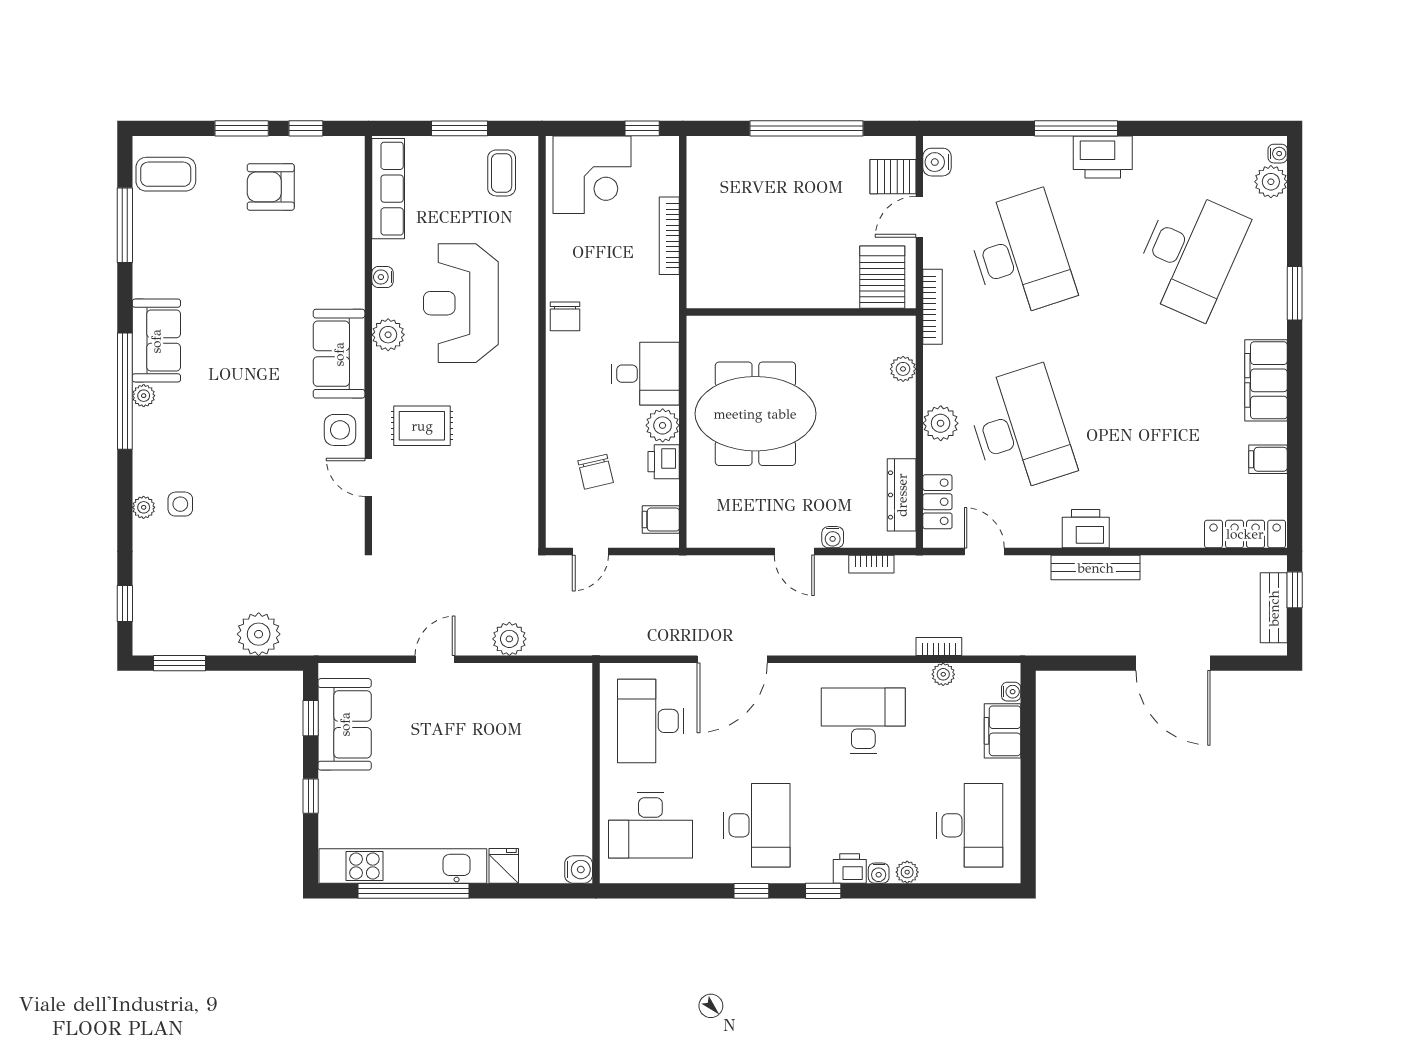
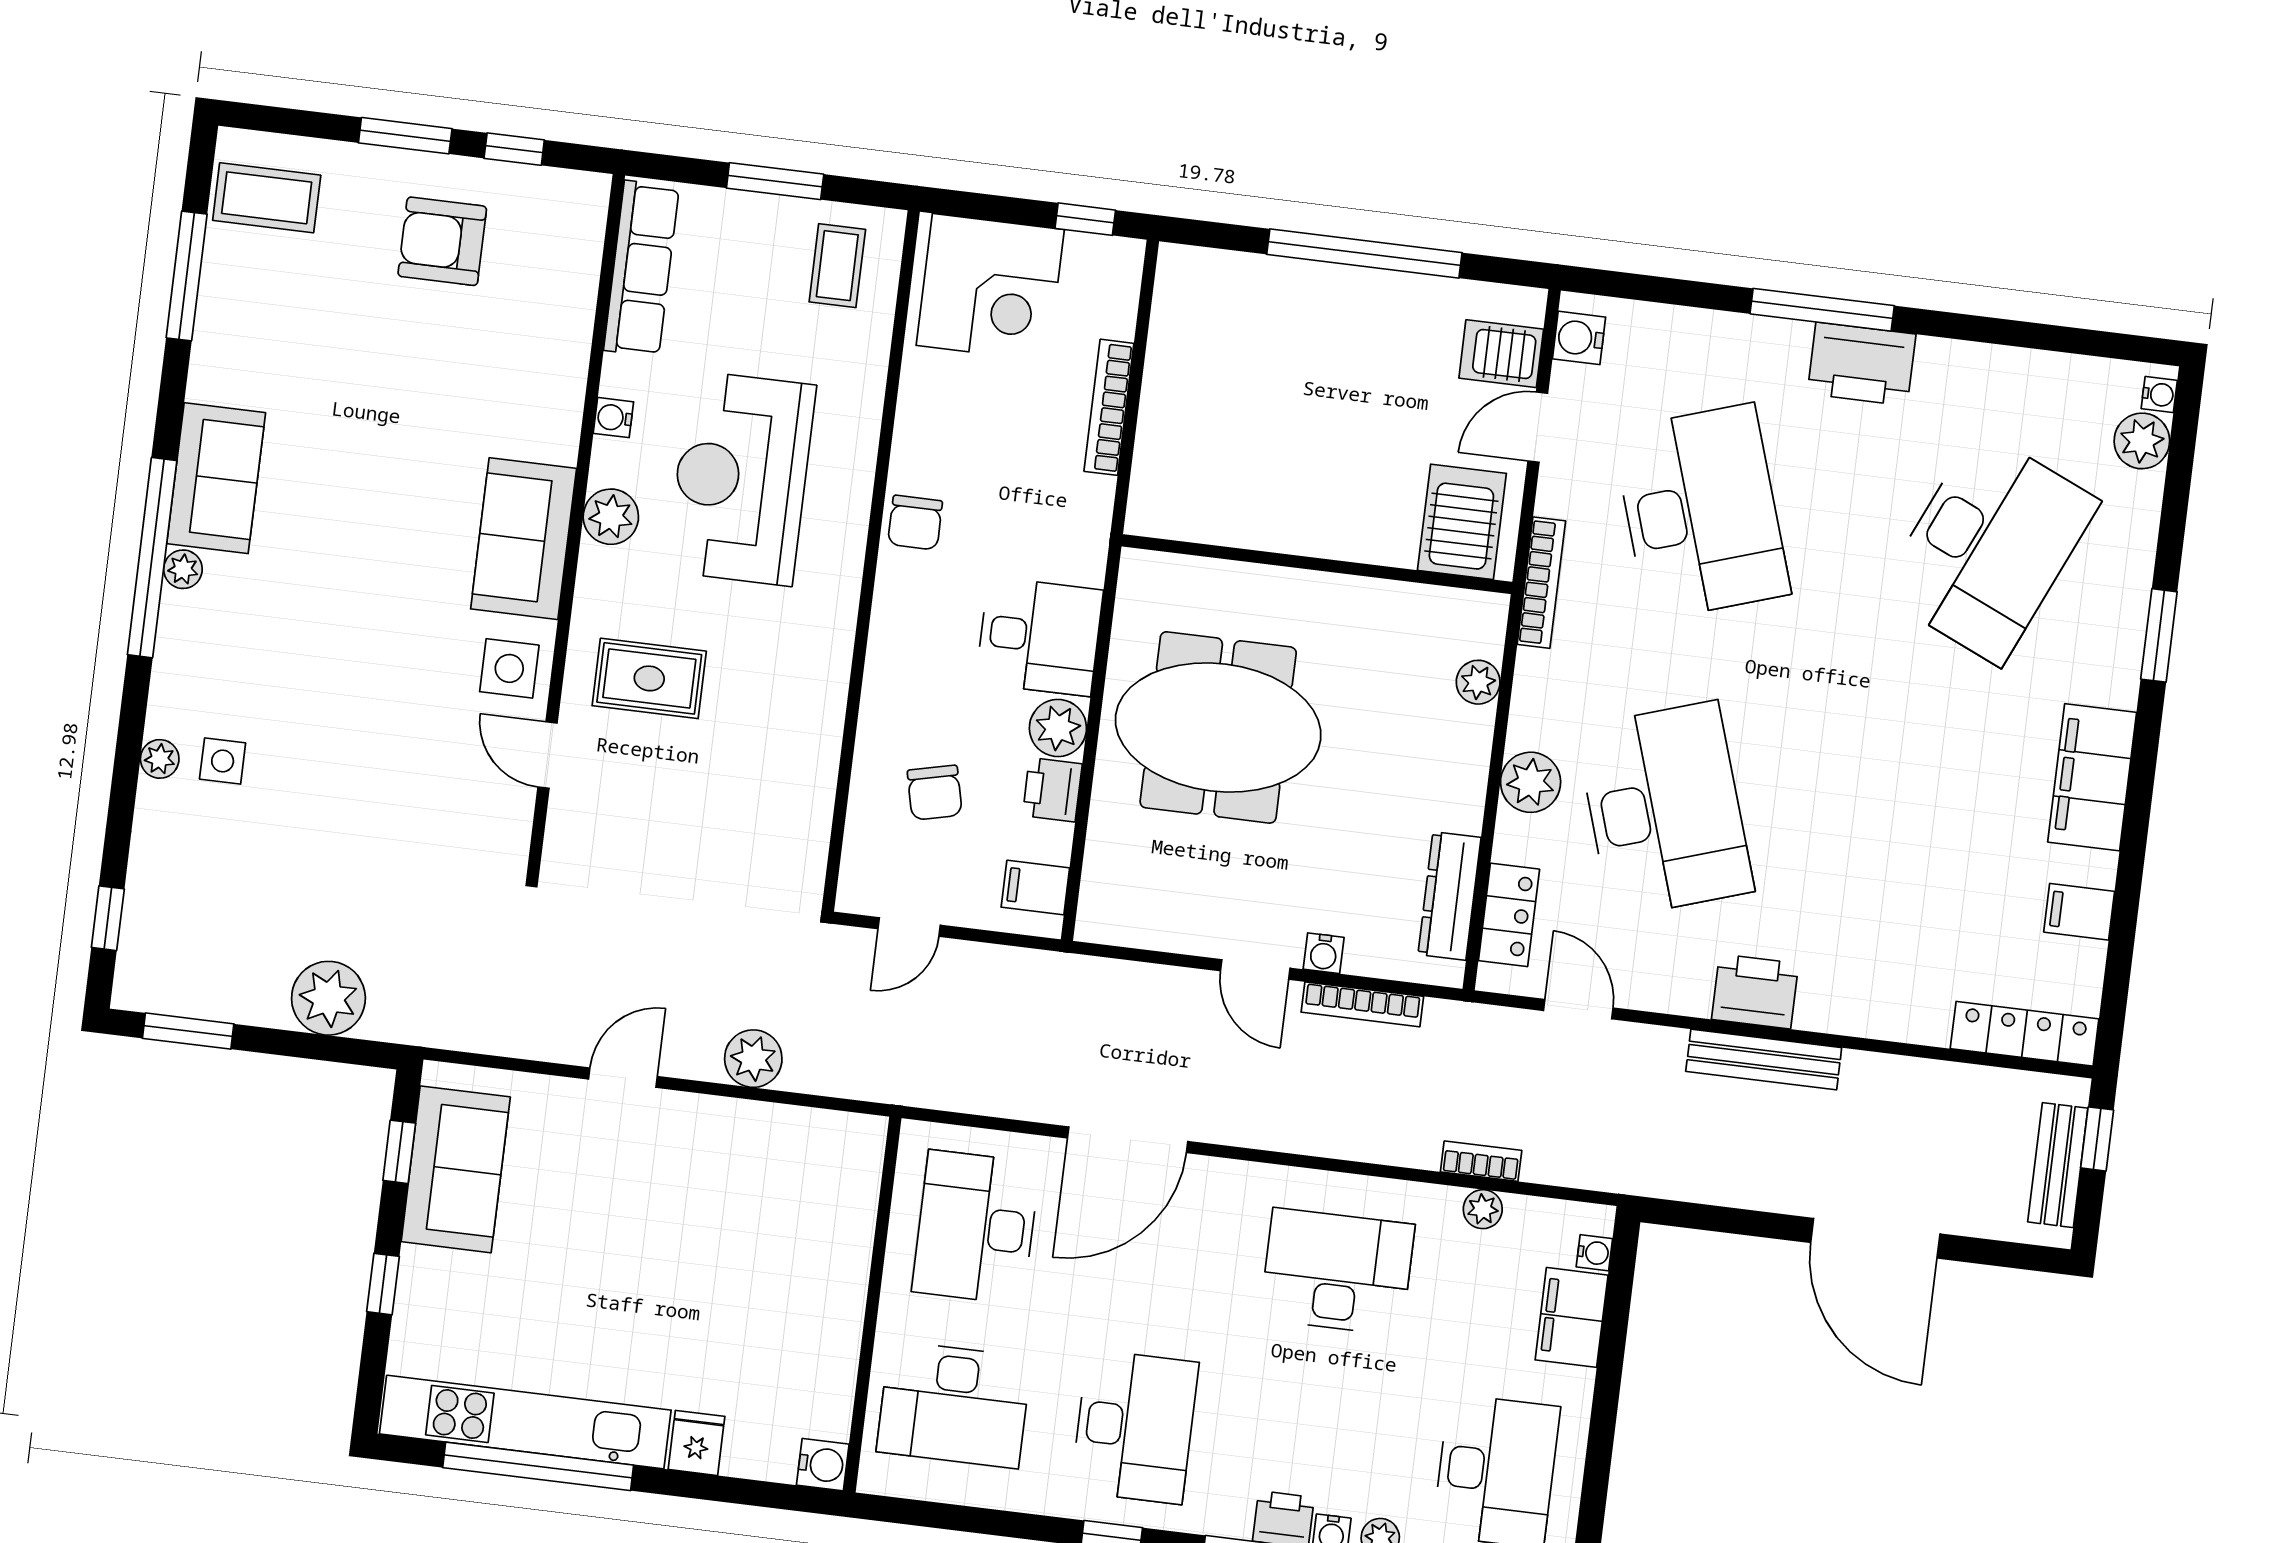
bookcase: (871, 564) -> (1362, 1004), width x1.56

